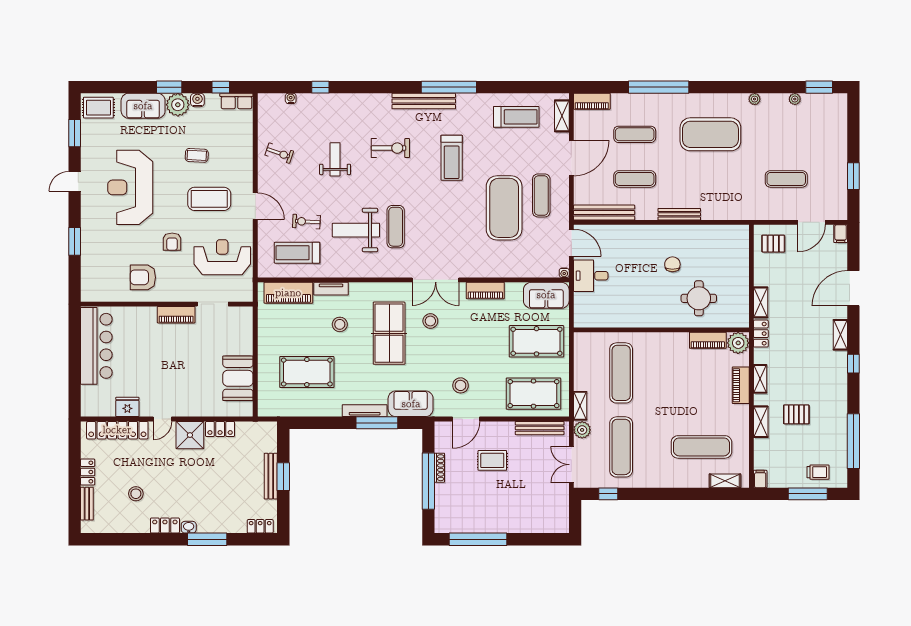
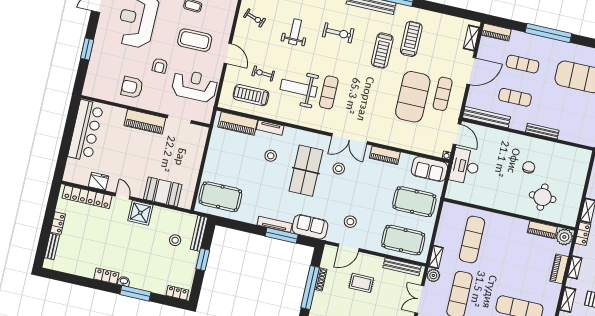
treadmill: (516, 117) -> (411, 39), moved, turned -90
desk: (591, 276) -> (465, 166), width x1.37
piano: (176, 315) -> (145, 122), width x1.37, depth x1.33
pool table: (307, 372) -> (220, 197), moved
booth: (238, 378) -> (163, 192), moved, turned 90
door: (162, 419) -> (122, 196), swing flipped
locker: (220, 429) -> (164, 213), removed
bench: (271, 476) -> (199, 233), moved
stool: (136, 494) -> (175, 240), moved

